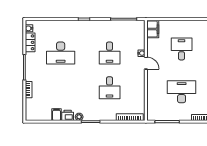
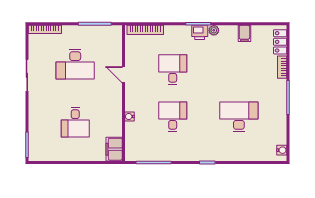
locker: (30, 42) -> (280, 42), moved
door: (146, 63) -> (123, 75), moved
printer: (68, 115) -> (200, 32), moved

